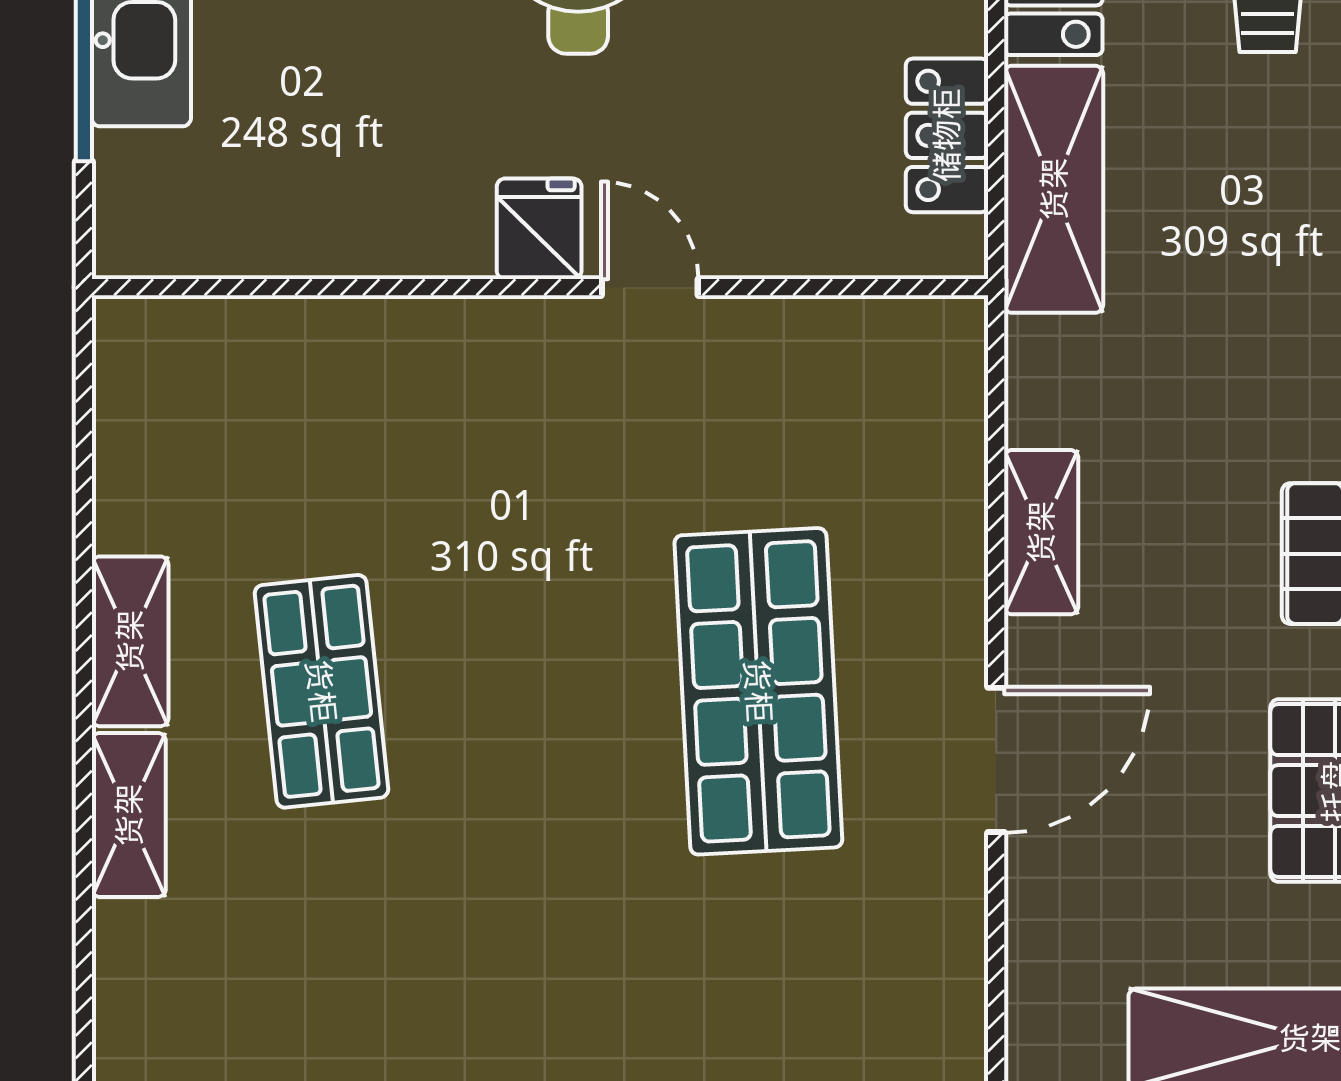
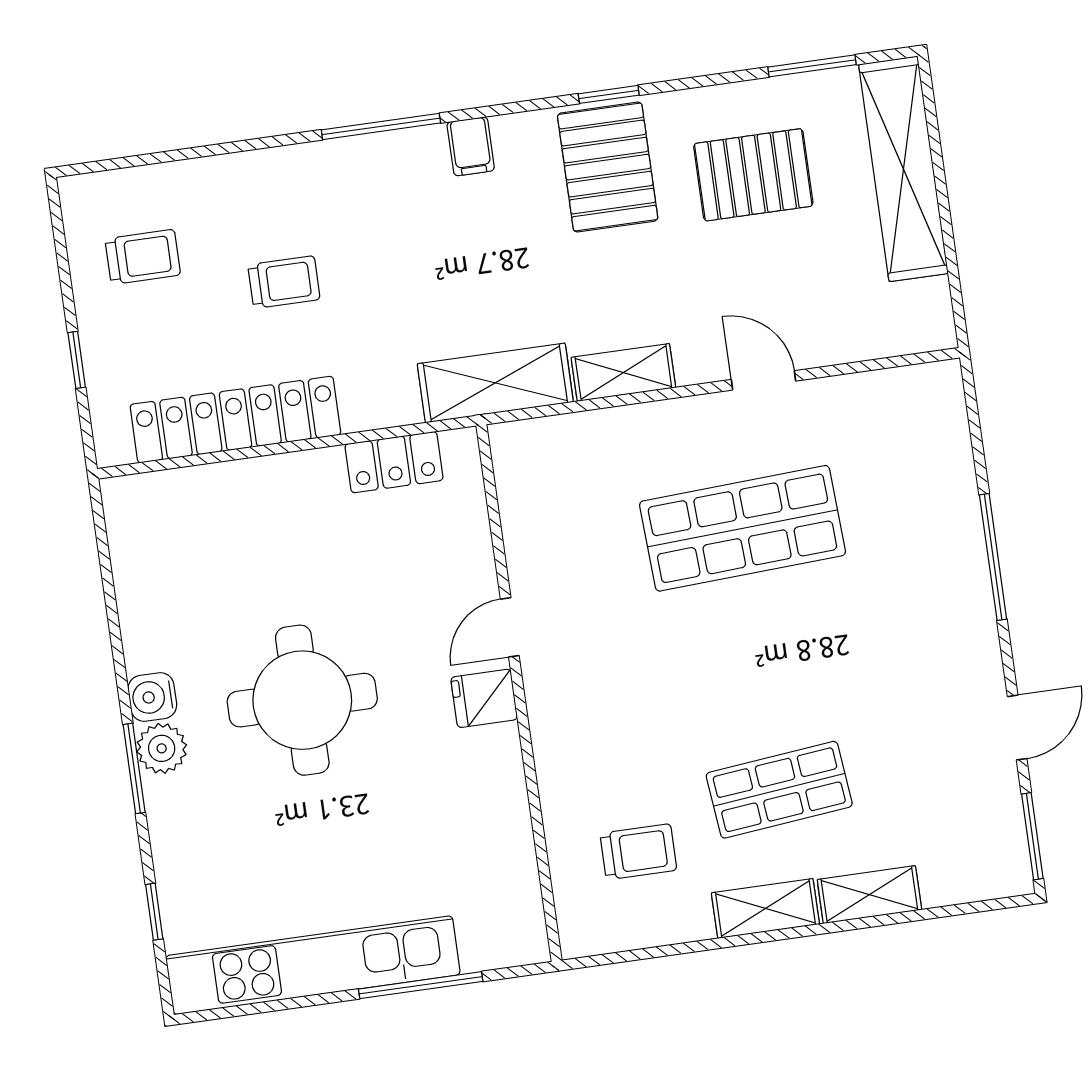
shelving: (1054, 189) -> (495, 383), moved
trolley: (252, 446) -> (638, 852), added
door: (996, 760) -> (763, 380), width x0.73

